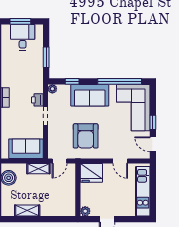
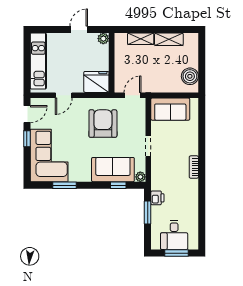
window: (120, 81) -> (64, 185), width x0.47
sofa: (90, 95) -> (113, 170), moved
printer: (37, 100) -> (157, 198), moved
door: (153, 144) -> (27, 114), hinge flipped
door: (120, 161) -> (64, 95), swing flipped
shelving: (38, 169) -> (141, 39), moved

